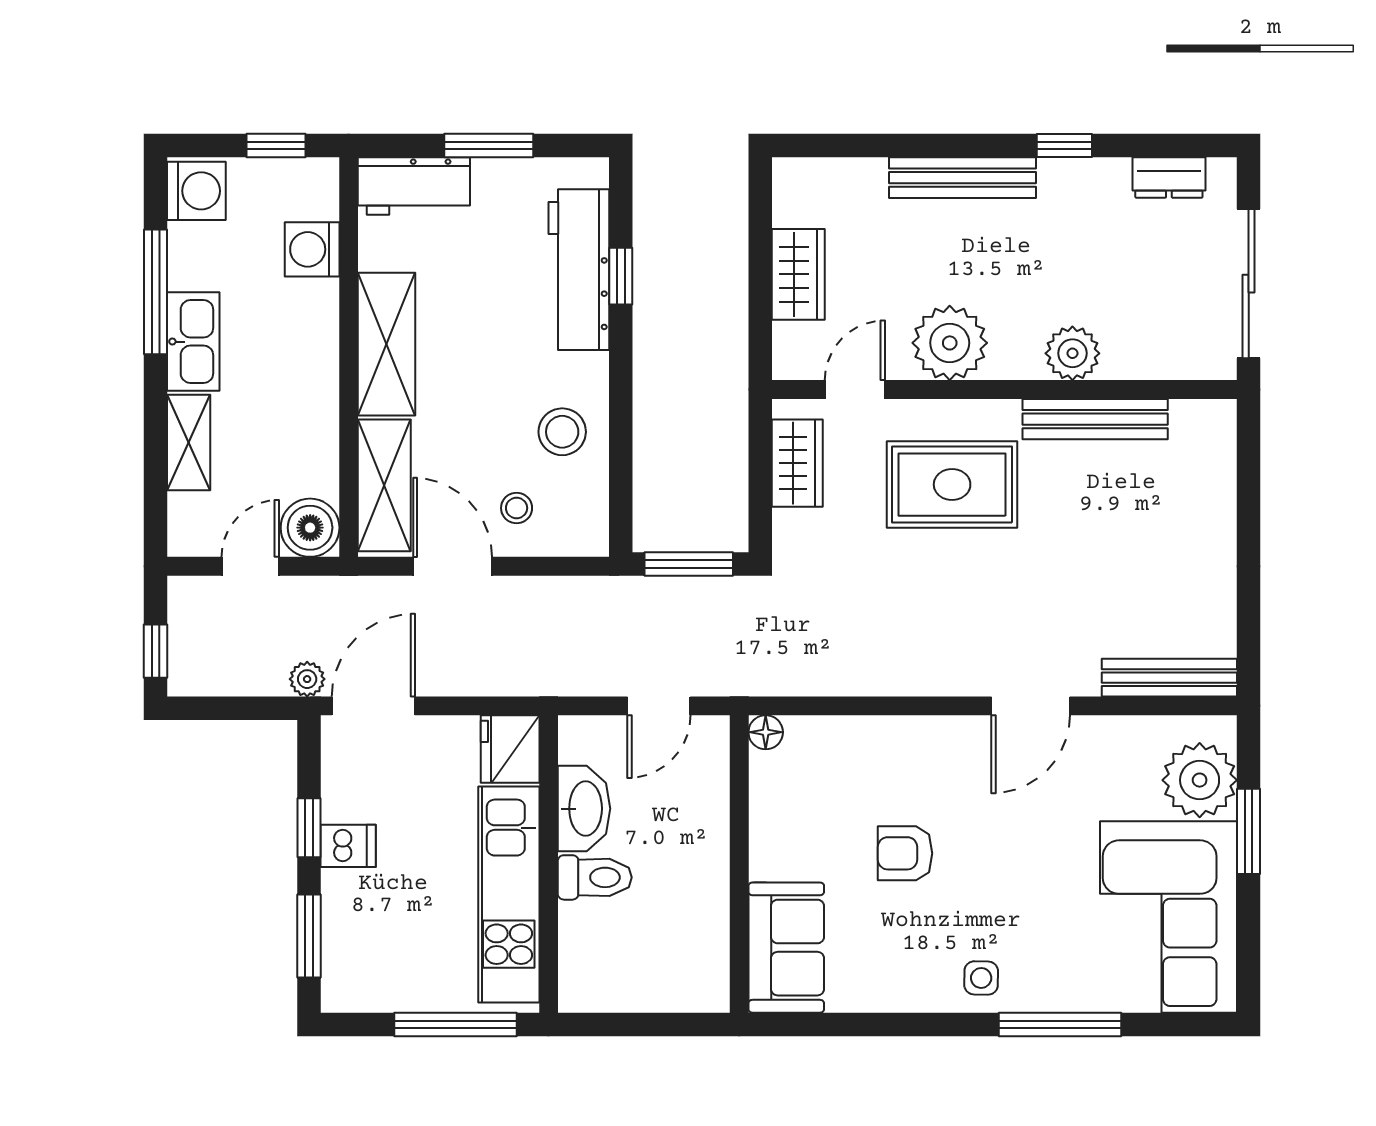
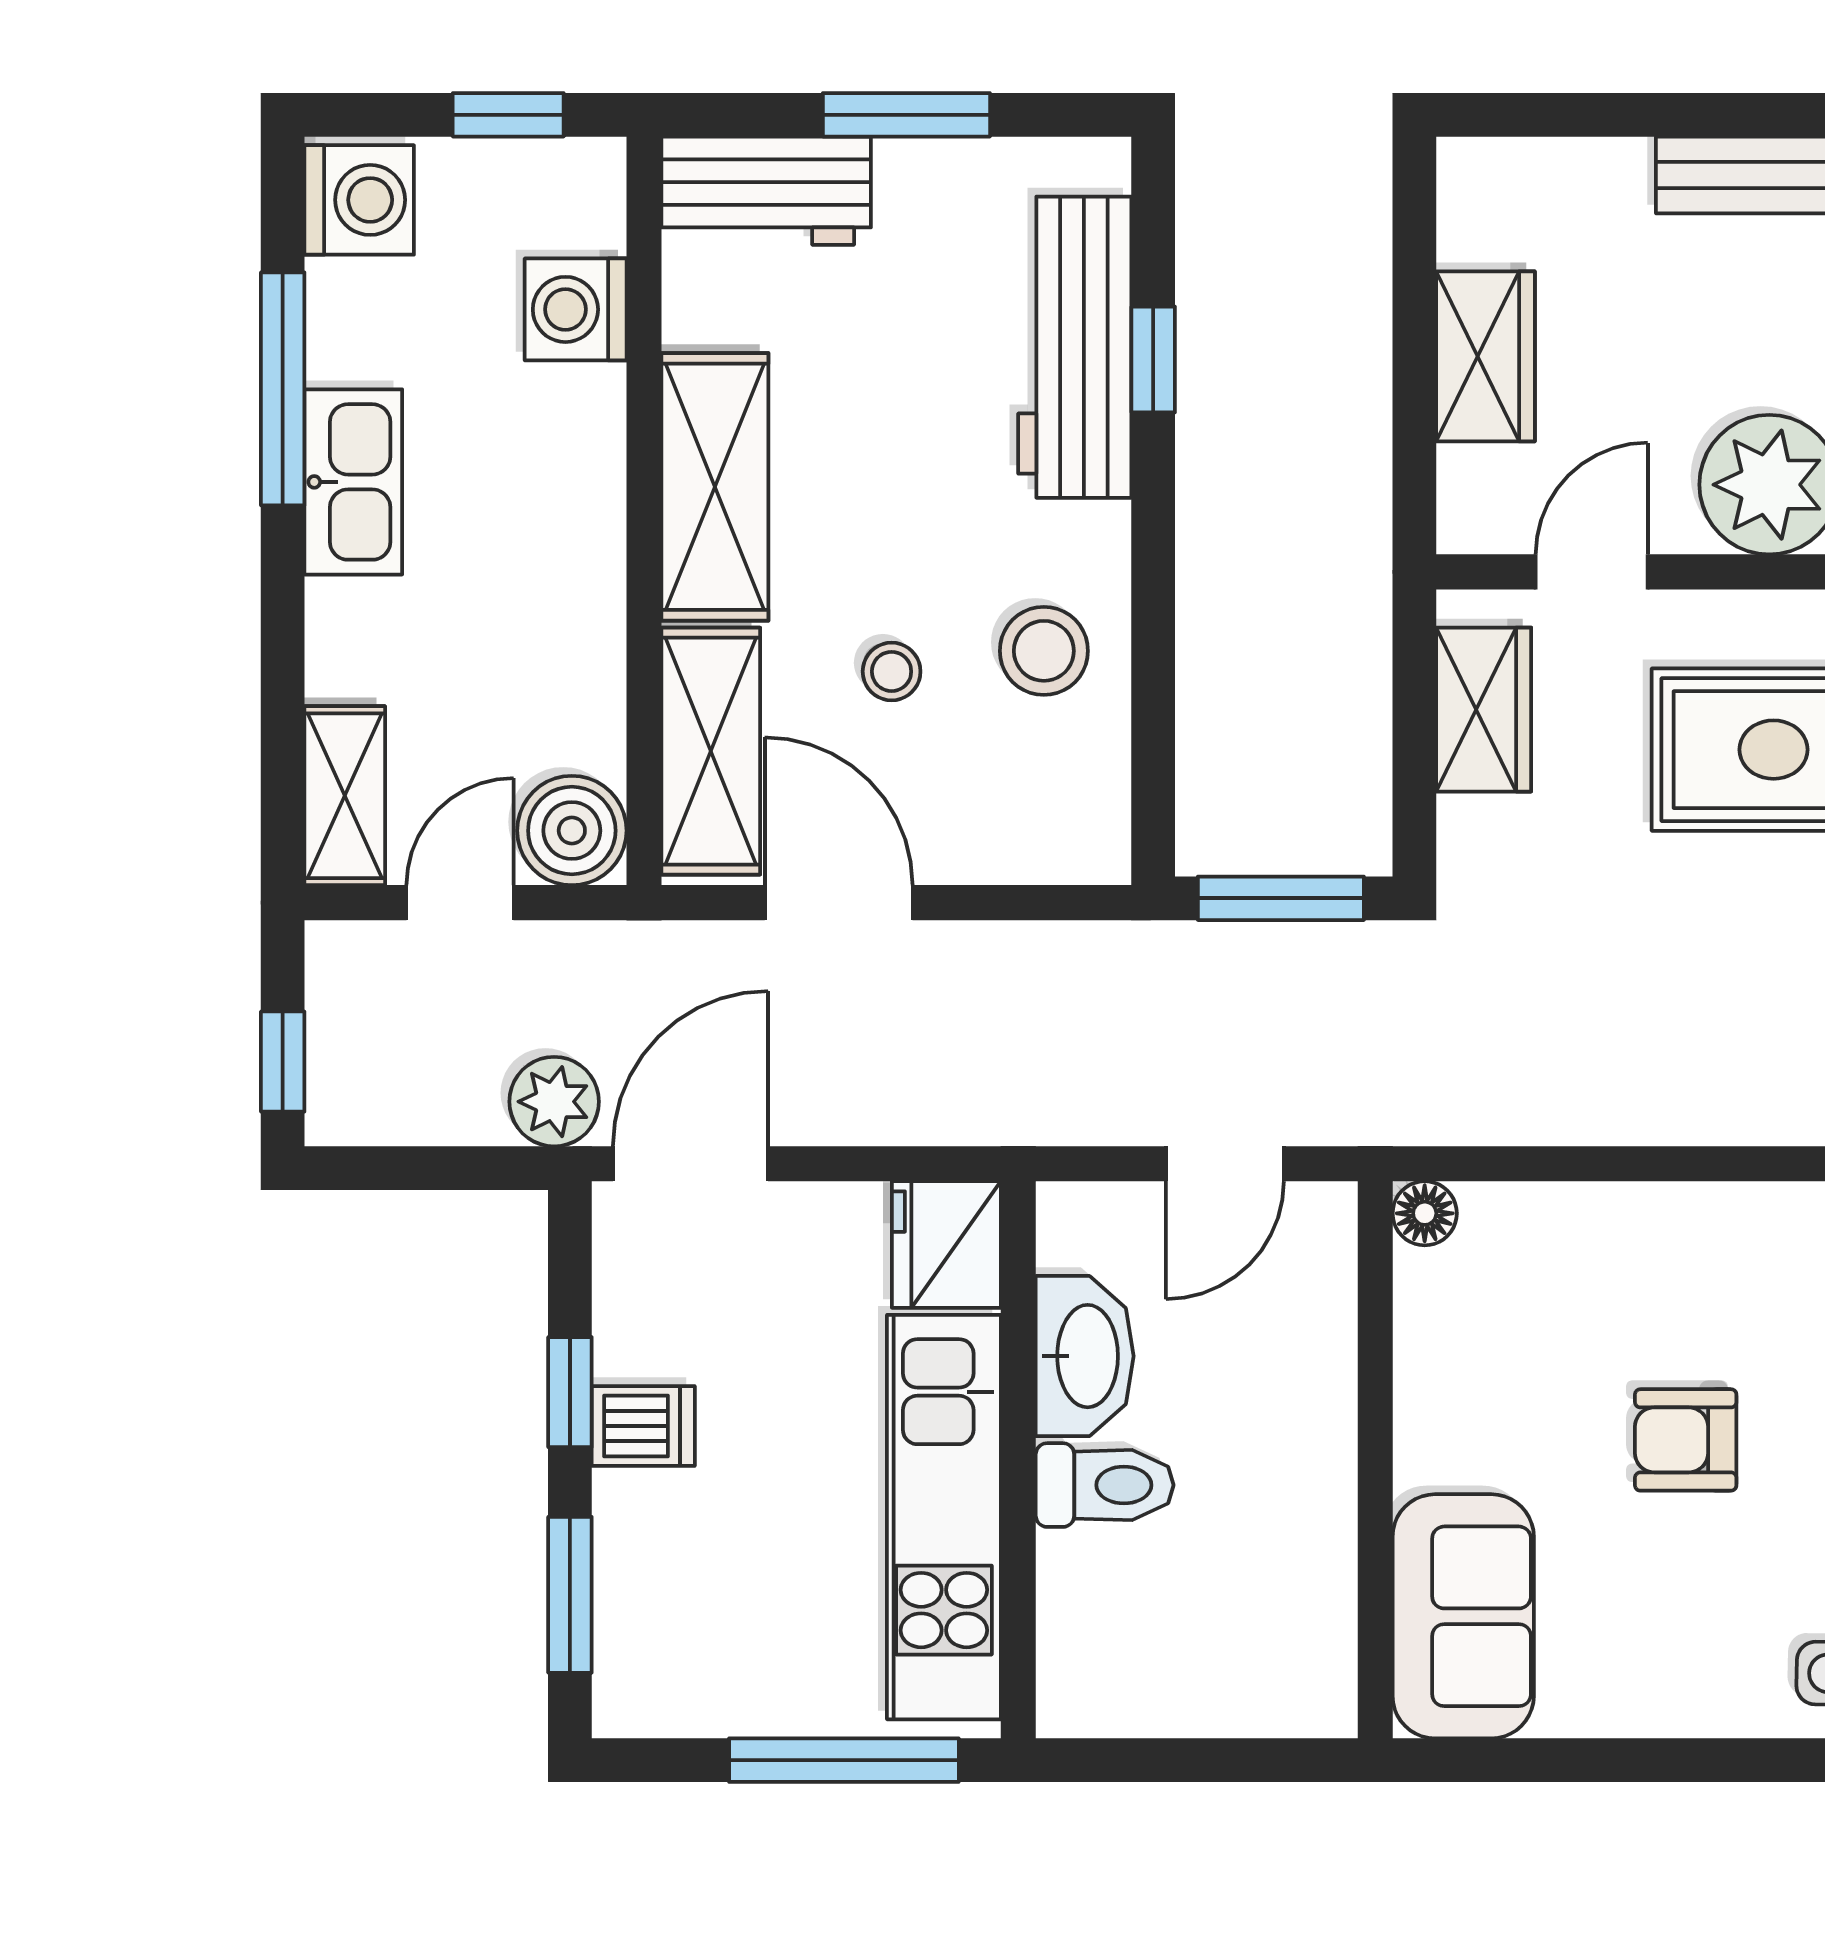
shelving: (189, 443) -> (345, 796), moved
stool: (517, 508) -> (892, 671), moved
plant: (307, 679) -> (554, 1102), width x1.38, depth x1.38

